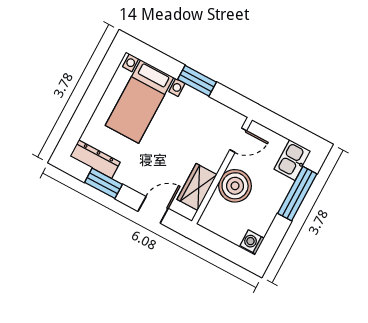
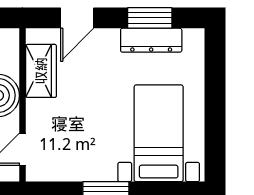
dresser: (95, 159) -> (151, 40), moved

